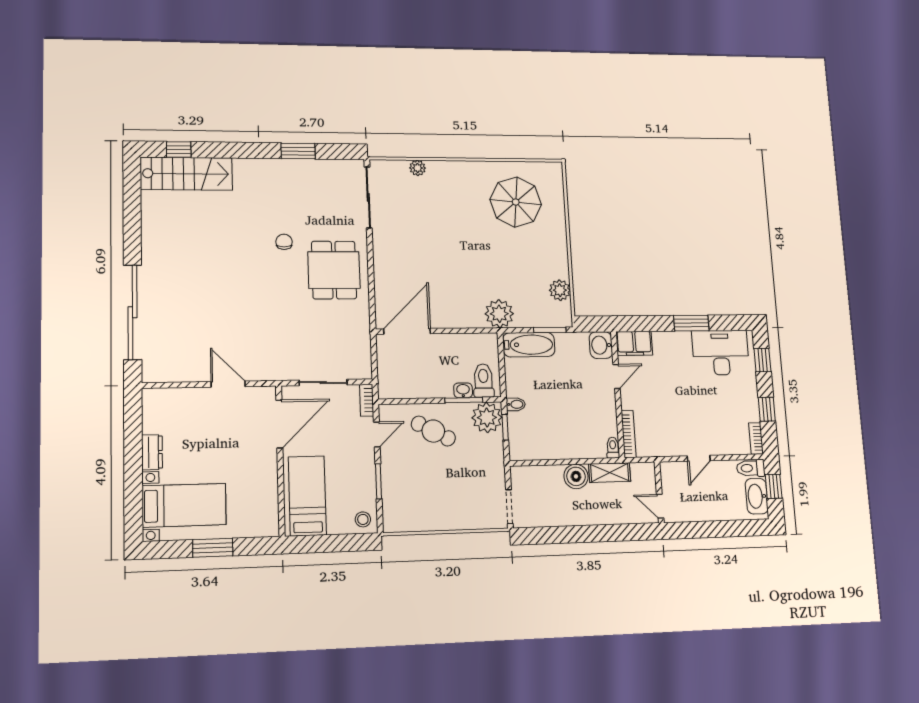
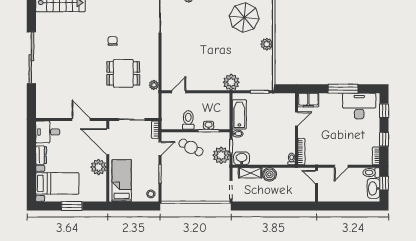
dining table: (334, 270) -> (123, 73), moved, turned 90
plant: (560, 290) -> (267, 44), moved
sliding door: (133, 312) -> (31, 58), moved
plant: (362, 320) -> (154, 85), added
window: (691, 323) -> (343, 89), width x1.44
door: (407, 331) -> (179, 92), width x0.53
bathtub: (529, 345) -> (239, 114), moved, turned -90
washbasin: (601, 345) -> (242, 158), moved, turned 90
toilet: (483, 381) -> (188, 120), moved
desk: (165, 408) -> (48, 132), added
plant: (487, 417) -> (221, 155), moved
door: (279, 424) -> (108, 142), swing flipped
plant: (263, 472) -> (99, 167), added
shelving: (610, 473) -> (250, 173), moved
door: (660, 506) -> (317, 177), moved

